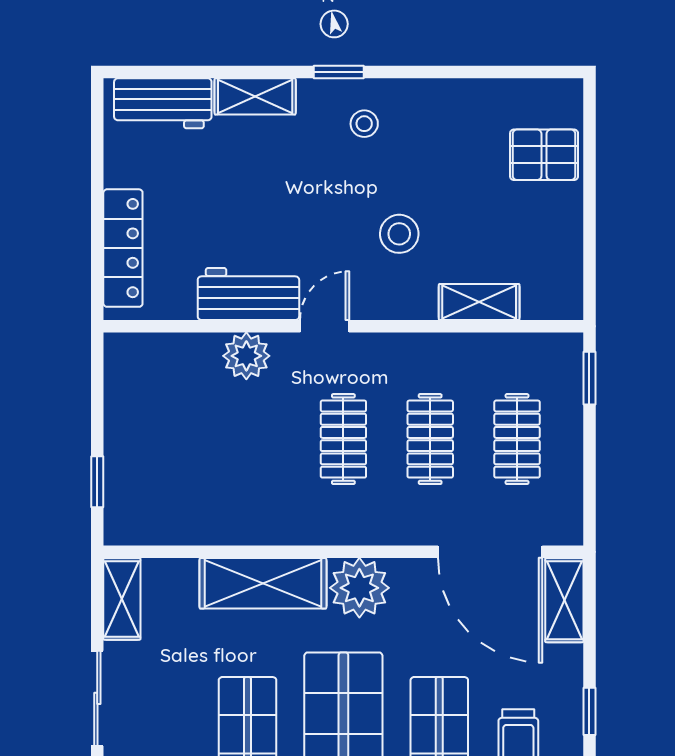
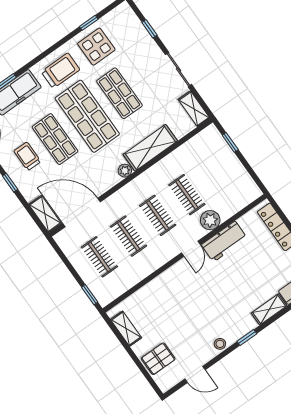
door: (493, 72) -> (195, 374), added
stool: (364, 124) -> (220, 344), moved
stool: (399, 234) -> (188, 298), removed
shelving: (479, 302) -> (126, 329), moved, turned 90
clothes rail: (257, 439) -> (187, 195), added
plant: (359, 588) -> (125, 171), width x0.53, depth x0.53

